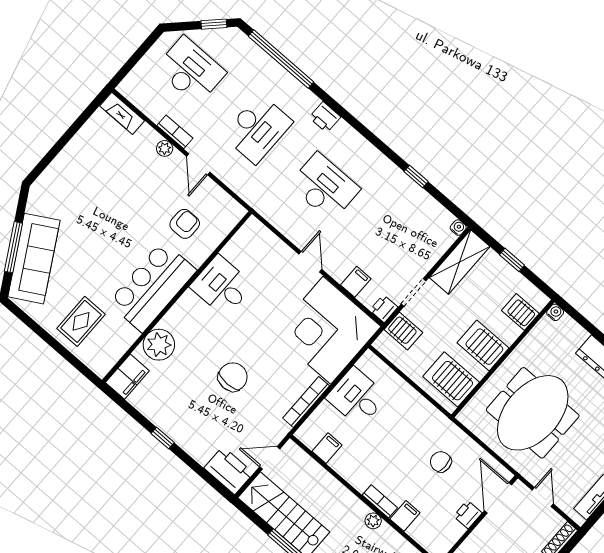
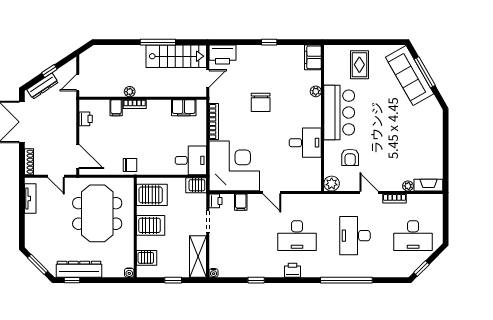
window: (281, 59) -> (346, 280), moved
printer: (325, 117) -> (292, 270), moved
plant: (165, 148) -> (408, 186), moved
plant: (232, 212) -> (332, 184), added
server rack: (403, 331) -> (196, 185), moved
plant: (159, 345) -> (316, 91), width x0.53, depth x0.53
desk: (357, 397) -> (191, 160), moved
filing cabinet: (327, 448) -> (184, 108), width x2.00
chair: (441, 462) -> (130, 165), moved
printer: (468, 514) -> (86, 119), moved

